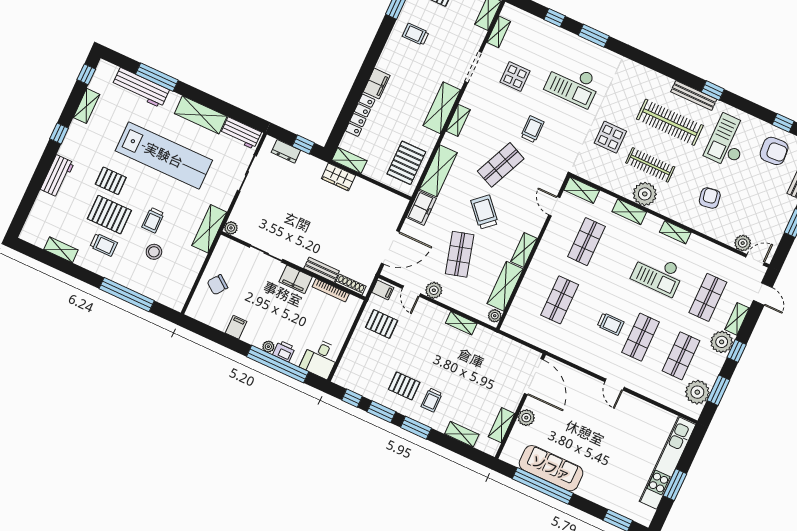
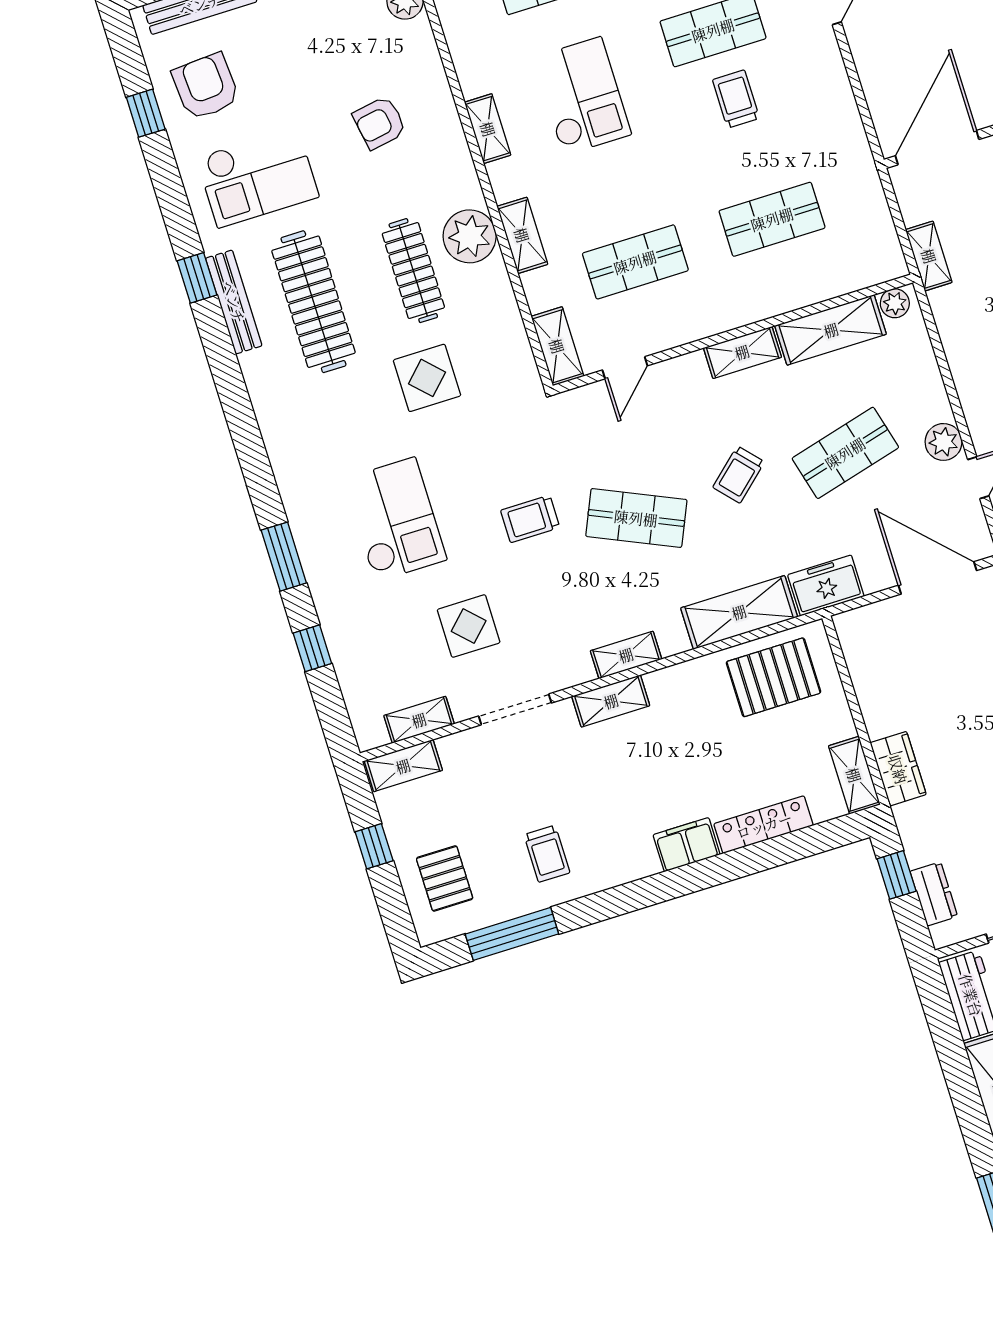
shelving: (442, 108) -> (611, 701), width x0.67, depth x0.75
trolley: (484, 212) -> (739, 475), width x0.73, depth x0.72
shelving: (461, 323) -> (929, 256), moved

